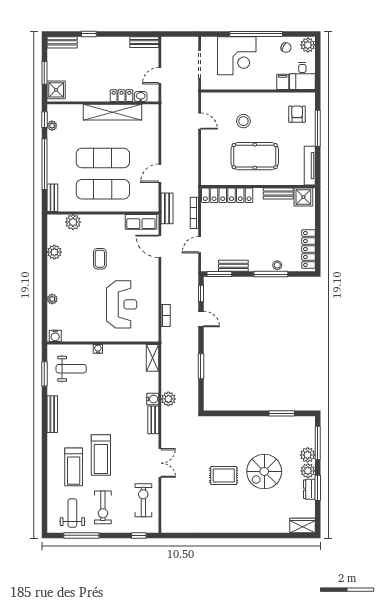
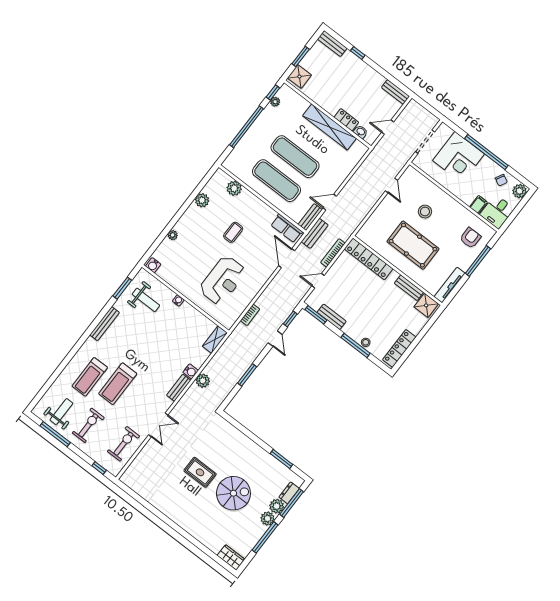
bench: (52, 198) -> (310, 217), moved
spiral stairs: (264, 472) -> (233, 493), turned 180
window: (318, 488) -> (265, 537), width x1.44
dresser: (309, 489) -> (289, 493), moved
exercise bike: (103, 507) -> (88, 425), turned 180

